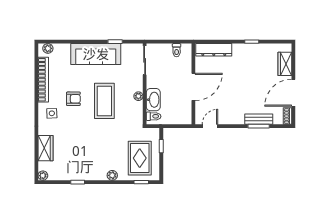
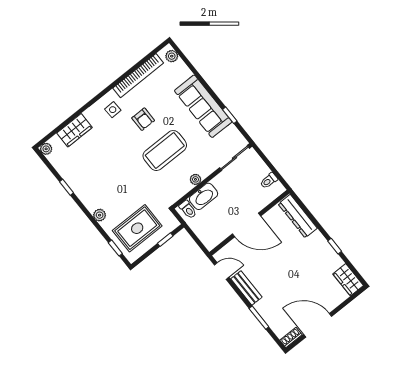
wardrobe: (285, 64) -> (348, 280), moved, turned -90
bench: (259, 119) -> (246, 288), moved

